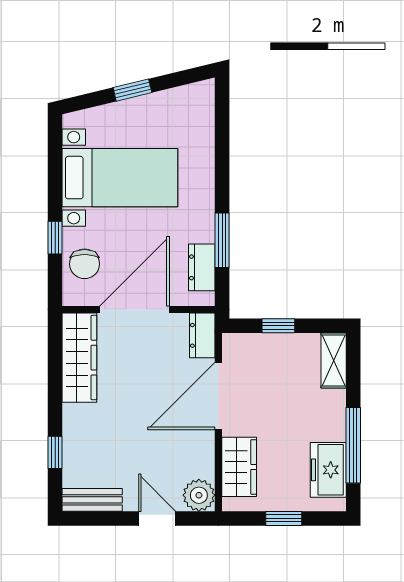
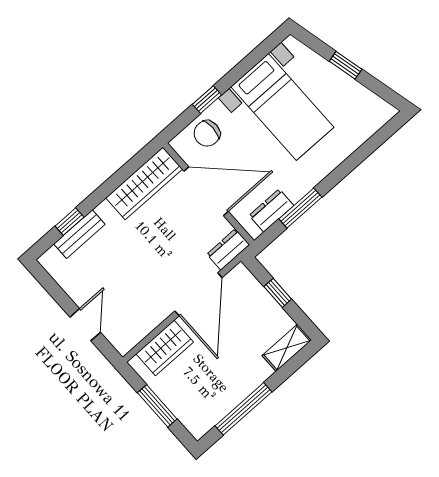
door: (218, 396) -> (198, 294), swing flipped
freezer: (328, 470) -> (214, 407), removed
plant: (199, 495) -> (124, 338), removed
bench: (92, 500) -> (79, 234), moved, turned 90
window: (284, 518) -> (157, 406), width x1.50

